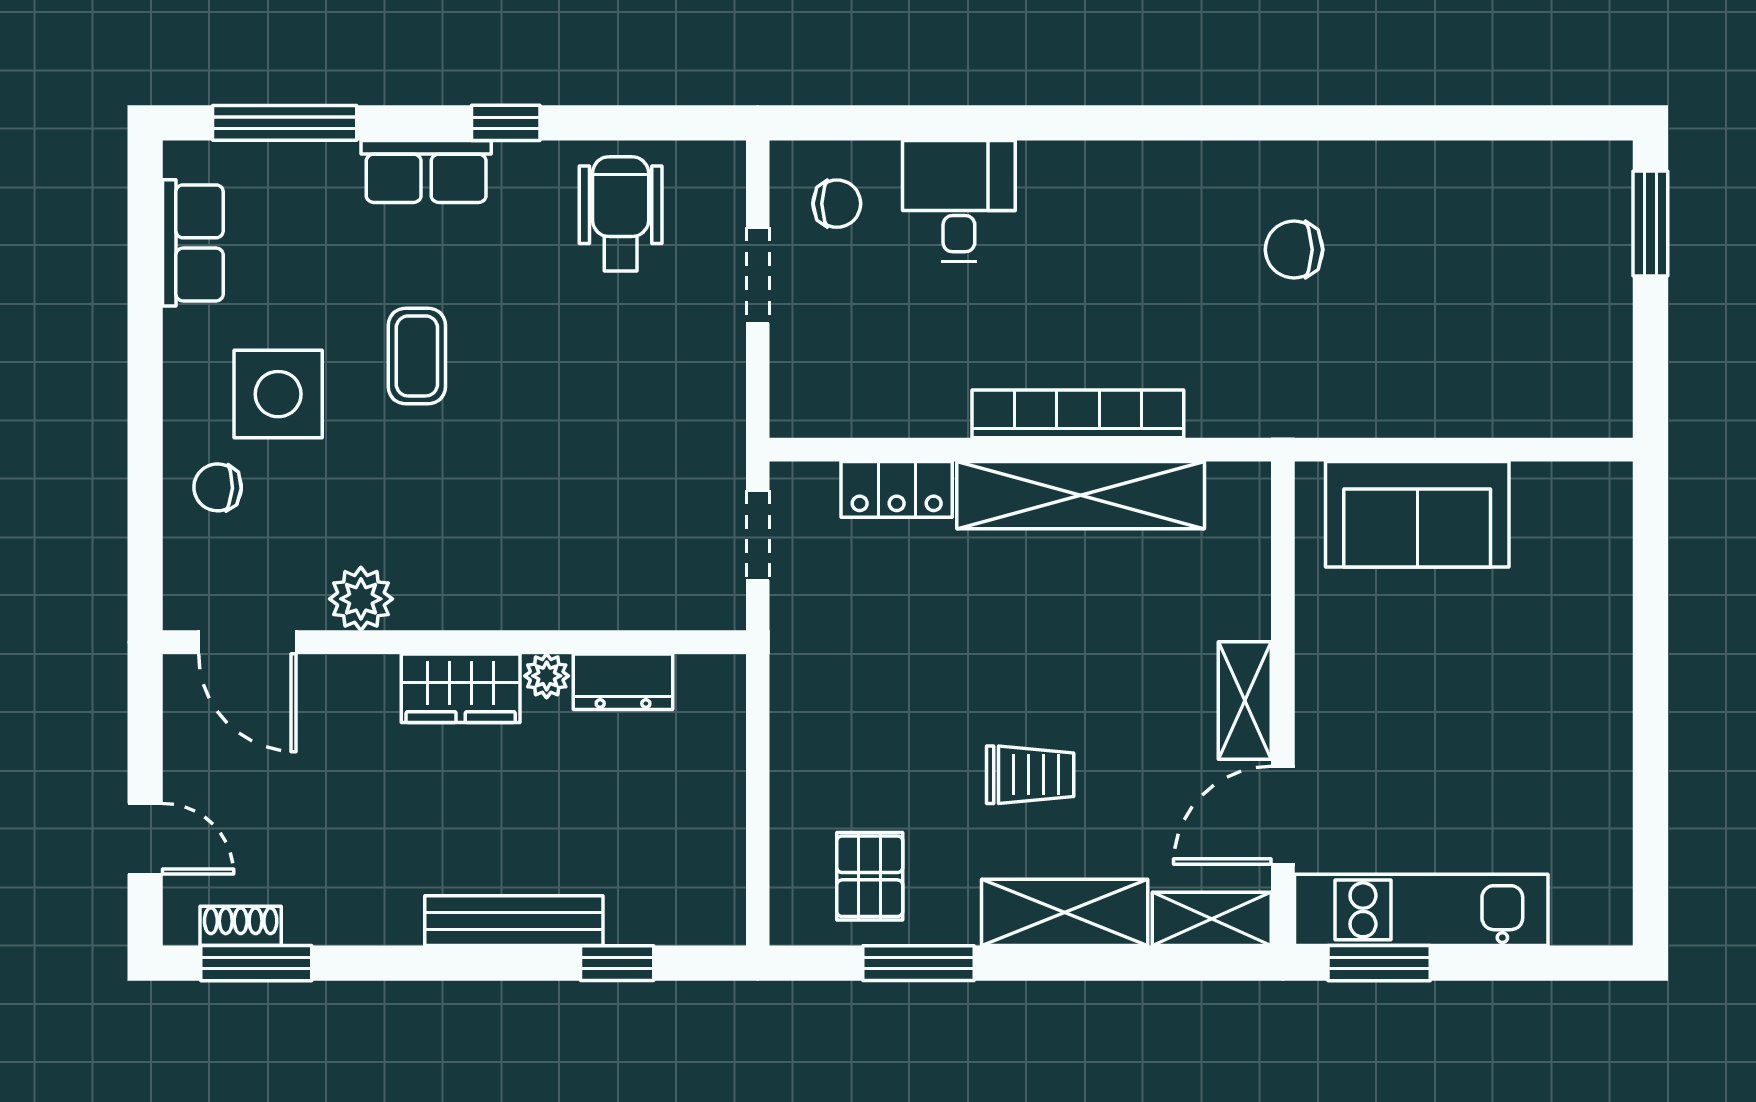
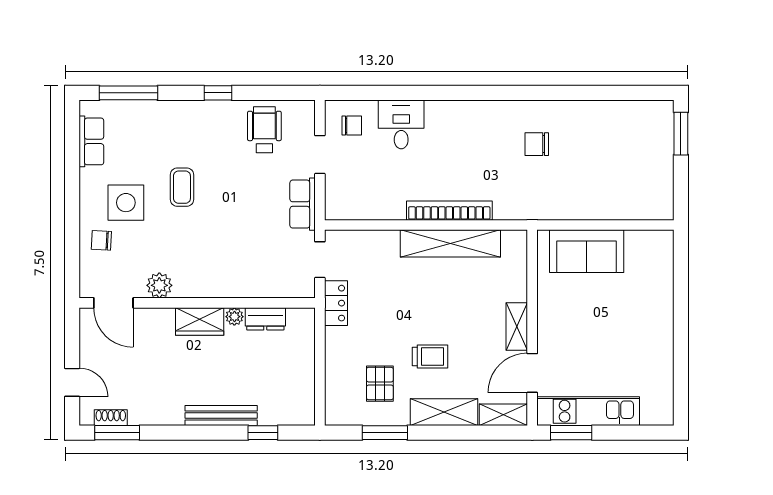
row of seats: (426, 171) -> (303, 204), moved, turned 90
locker: (897, 489) -> (336, 303), moved, turned -90
pallet: (870, 876) -> (380, 384), moved

